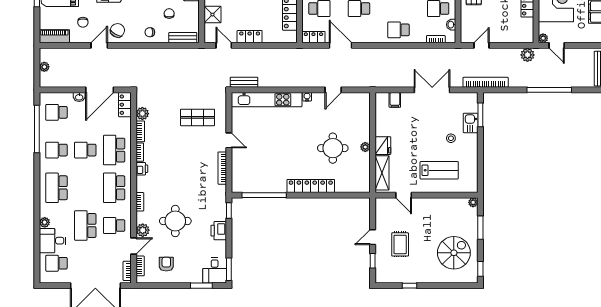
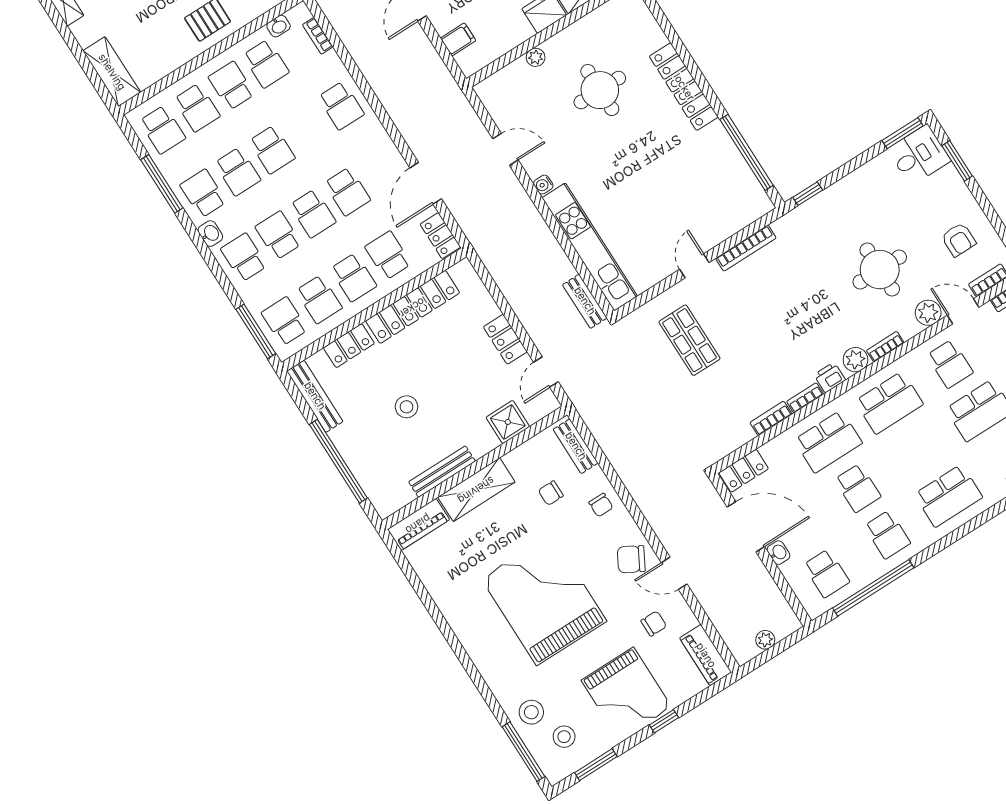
plant: (142, 114) -> (855, 360), moved
plant: (365, 147) -> (536, 57), moved
printer: (219, 231) -> (851, 189), removed
armchair: (166, 264) -> (959, 240), turned -90

